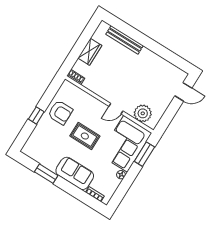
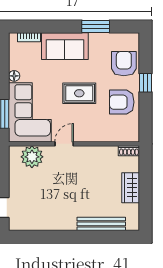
armchair: (43, 137) -> (124, 64), added

